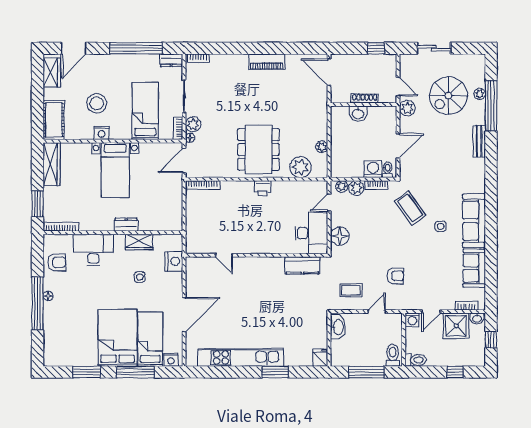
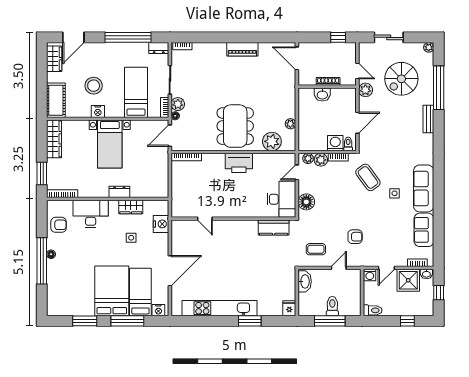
plant: (480, 94) -> (429, 47), moved
printer: (263, 188) -> (239, 163), width x1.87, depth x1.48
toilet: (393, 355) -> (332, 306), moved

